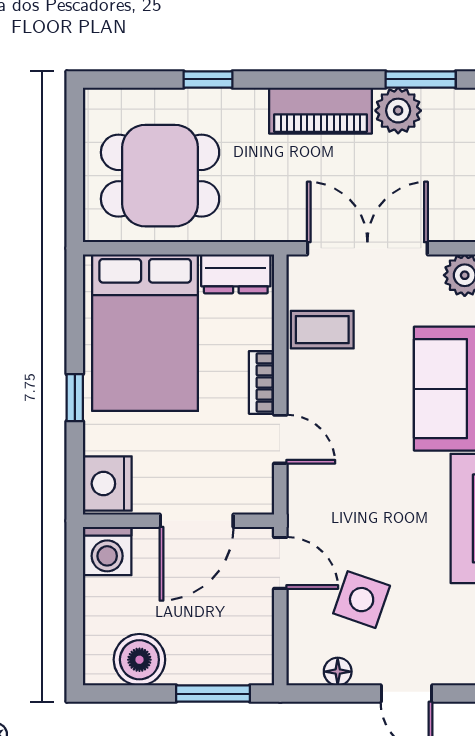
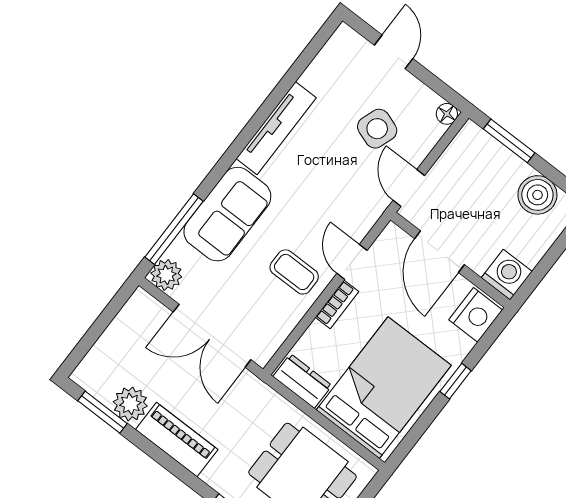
coffee table: (322, 330) -> (294, 272), moved
door: (197, 521) -> (439, 252), swing flipped
floor lamp: (338, 672) -> (447, 114), moved

